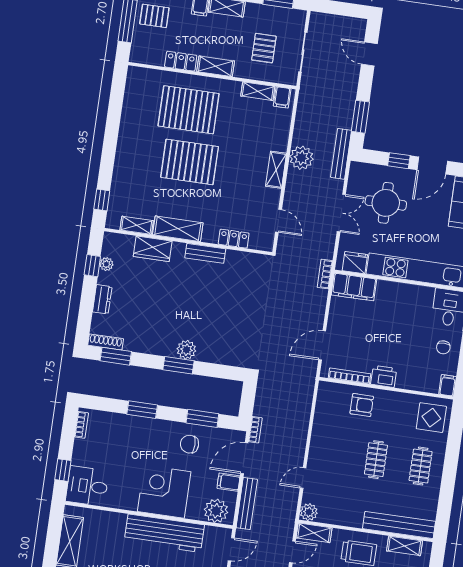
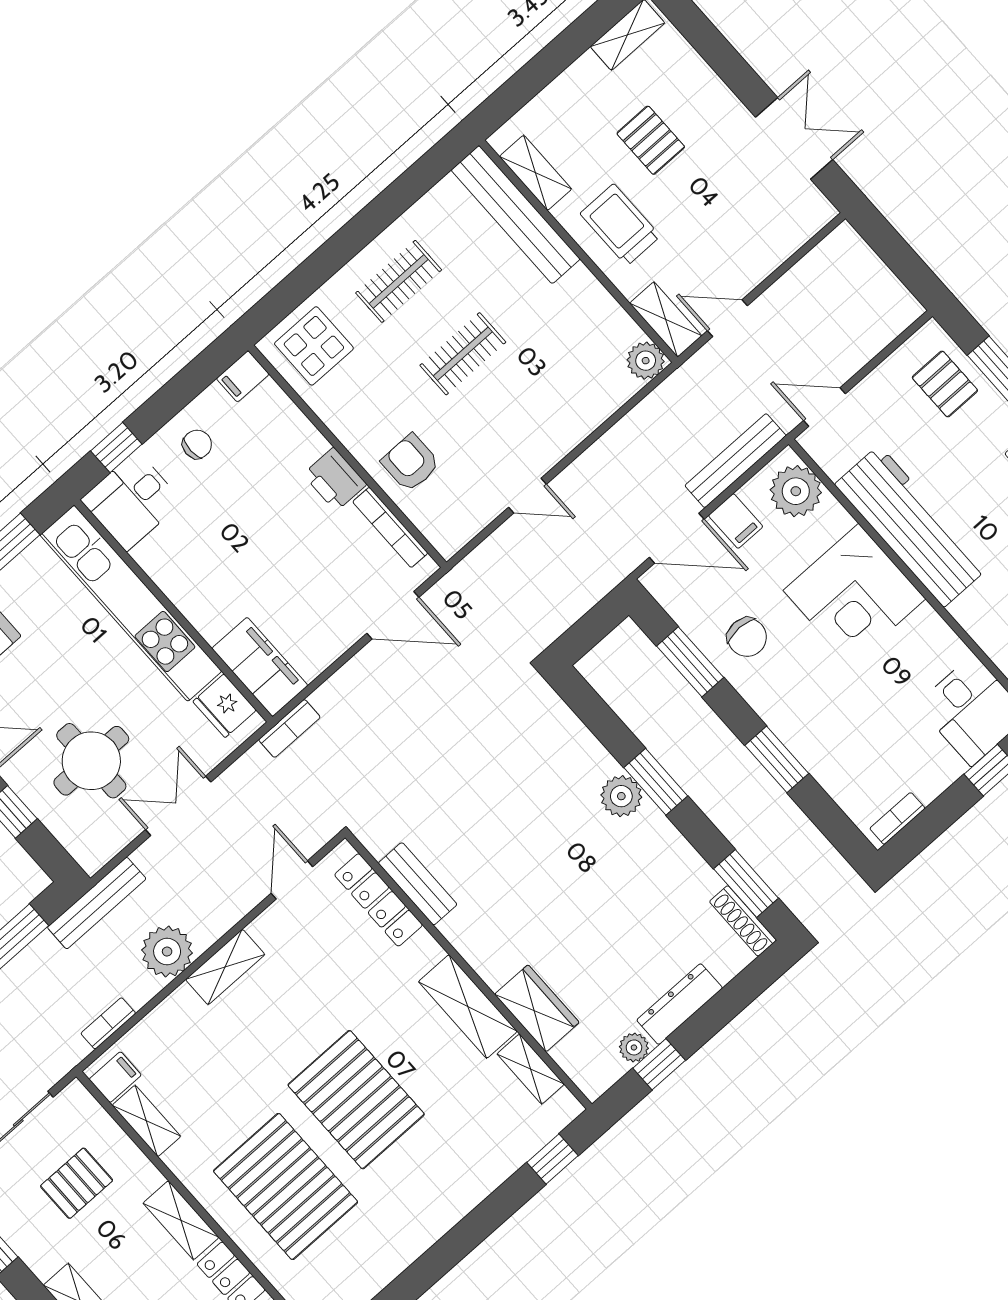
locker: (234, 239) -> (379, 900), width x1.53
bench: (205, 253) -> (418, 884), moved
dresser: (102, 299) -> (680, 1004), width x1.44
bookcase: (255, 430) -> (108, 1023), moved
door: (303, 478) -> (527, 496), moved

